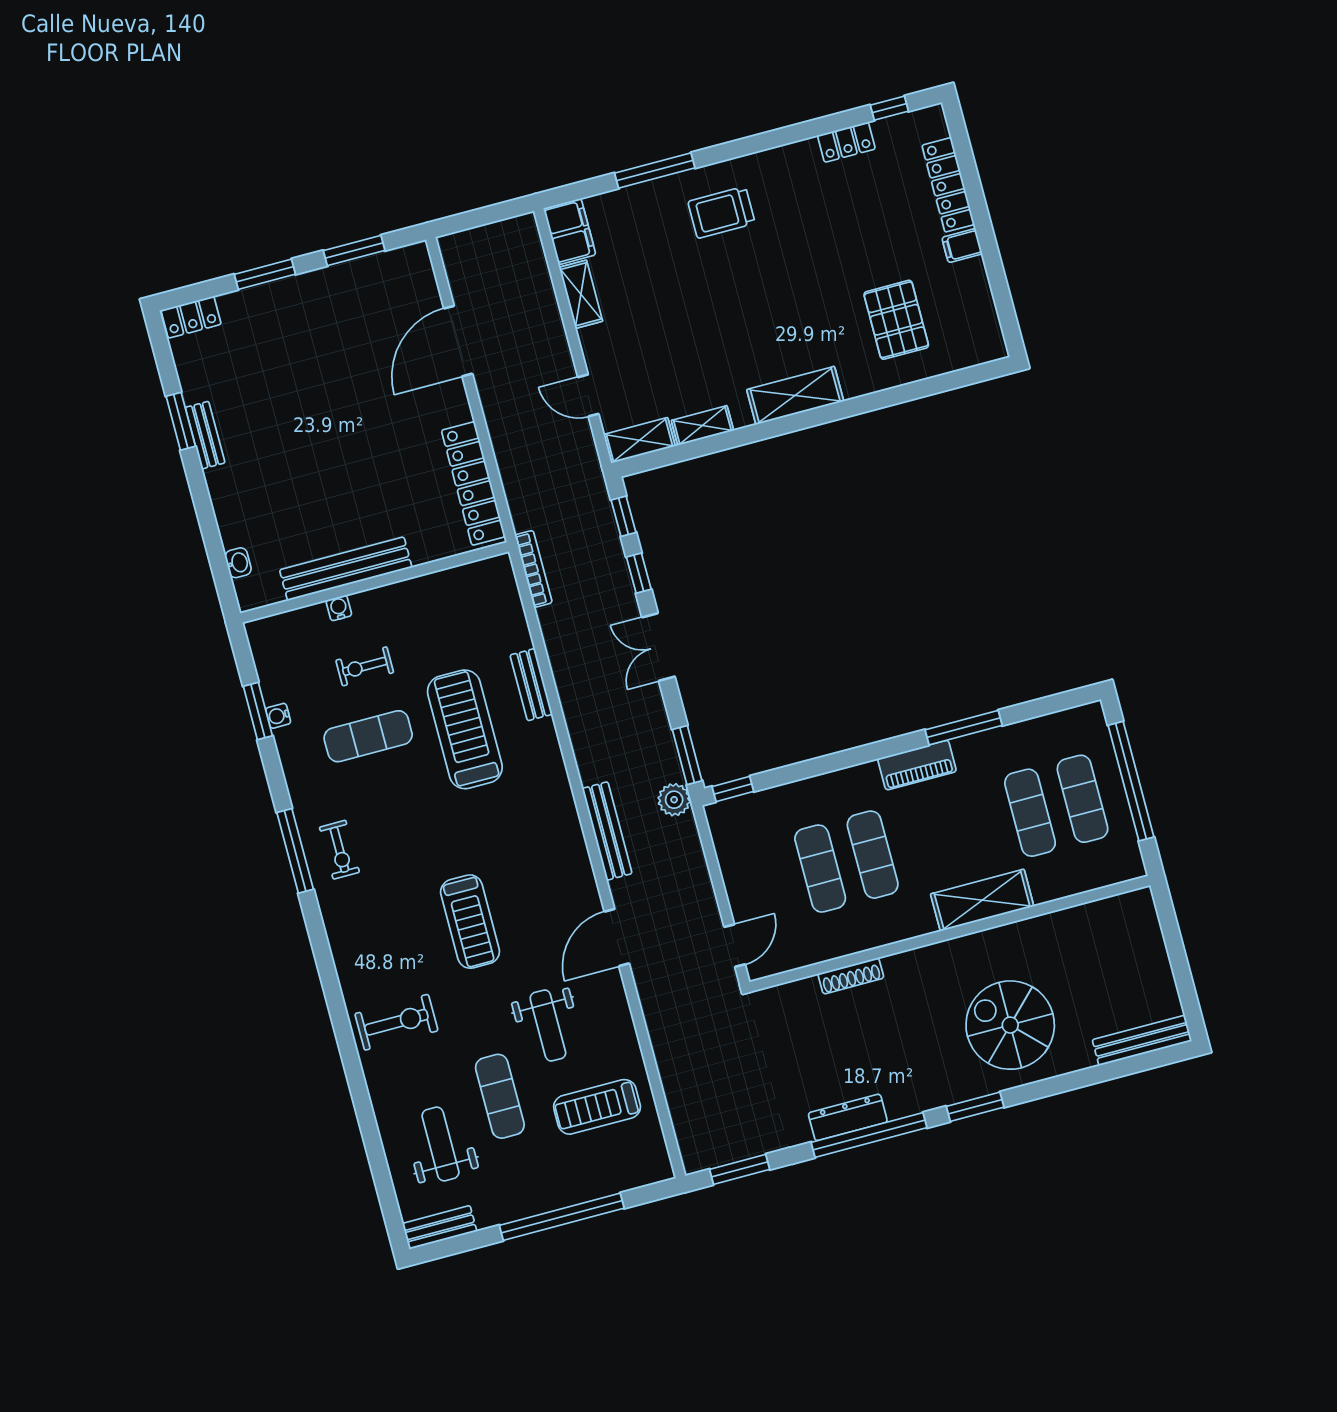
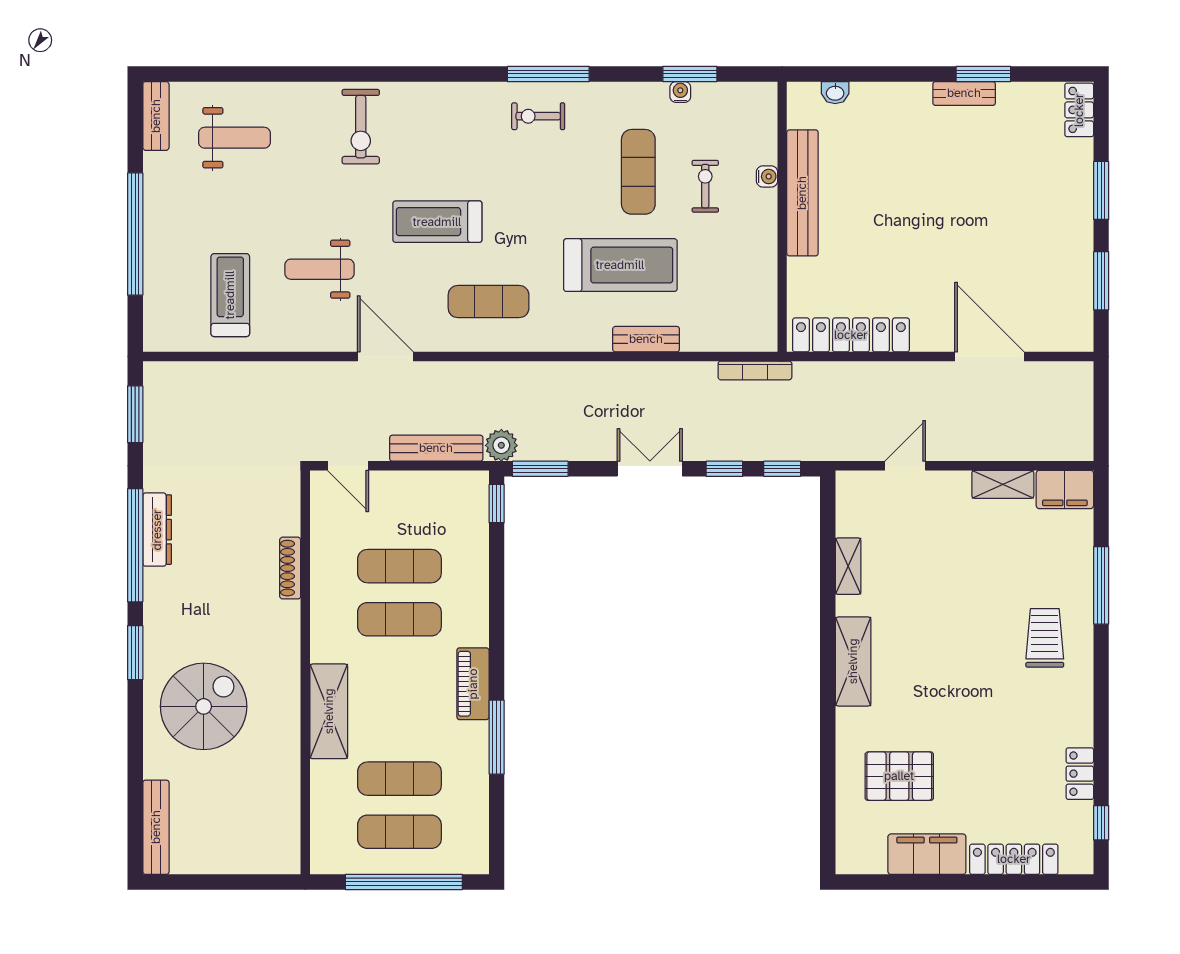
filing cabinet: (962, 246) -> (927, 854), width x3.00, depth x1.17
shelving: (639, 440) -> (850, 503), removed
bench: (607, 831) -> (436, 448), moved
exercise mat: (500, 1096) -> (489, 302), moved

